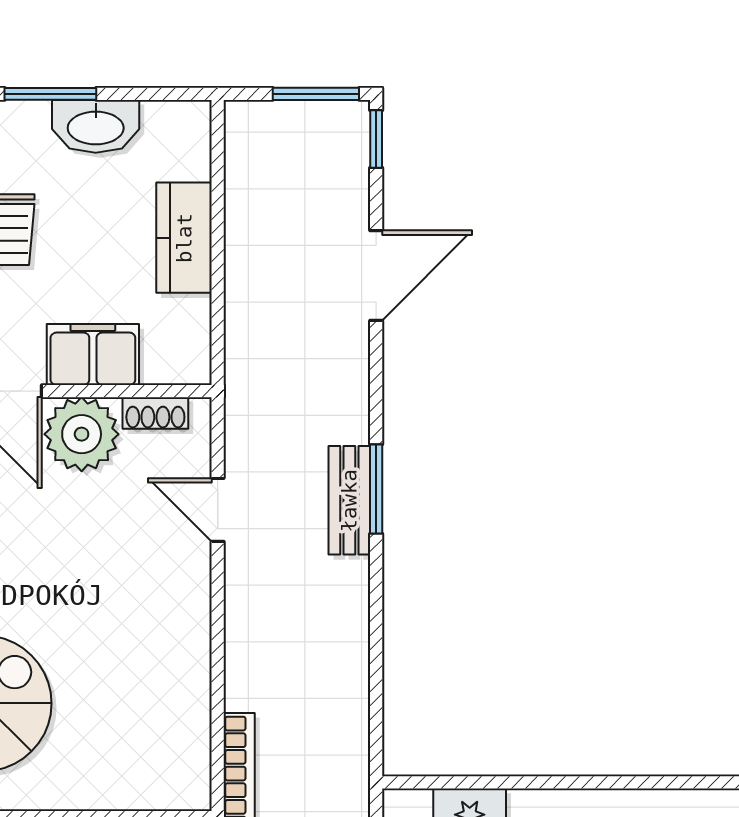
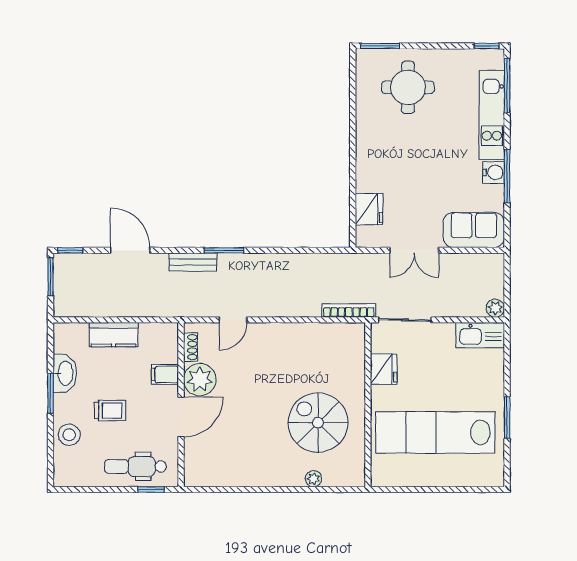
filing cabinet: (93, 354) -> (165, 375), width x0.50
bench: (349, 500) -> (193, 262), moved

